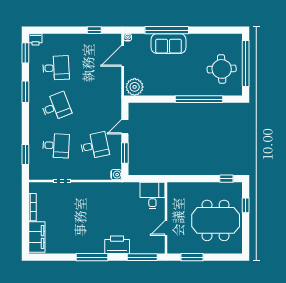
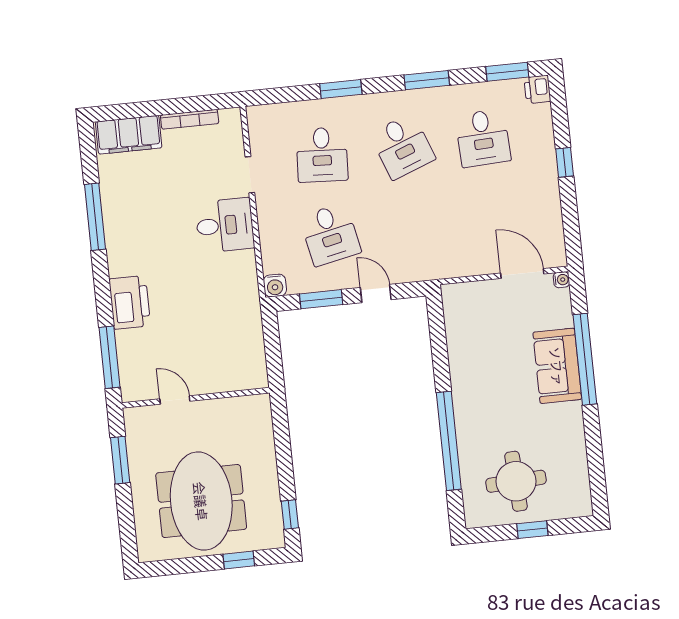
window: (94, 30) -> (565, 162), moved
window: (246, 64) -> (532, 530), width x0.32
plant: (135, 87) -> (460, 305), removed
window: (25, 154) -> (341, 89), moved
desk: (152, 196) -> (225, 225), moved
window: (92, 257) -> (95, 217), moved

